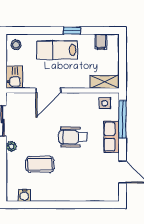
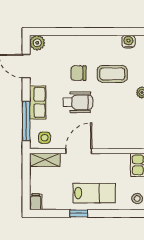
filing cabinet: (101, 42) -> (36, 202), moved
door: (48, 90) -> (79, 151), moved
chair: (72, 165) -> (78, 73), added
plant: (112, 194) -> (37, 43), added

